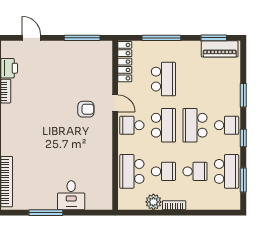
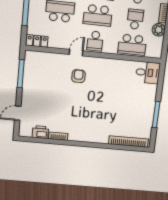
locker: (125, 62) -> (37, 41), width x0.66
school desk: (163, 125) -> (98, 15), turned 180
desk: (71, 195) -> (148, 73), moved

